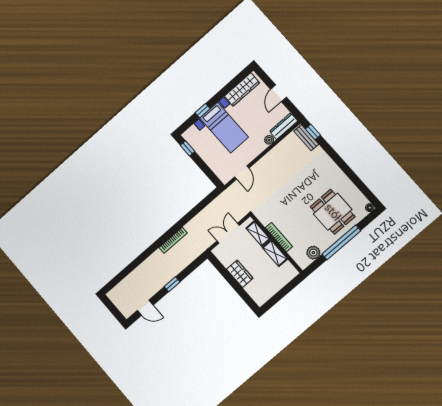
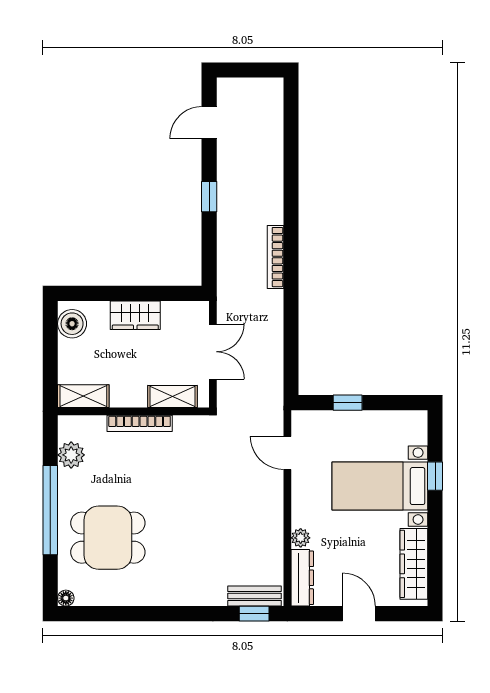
window: (188, 148) -> (348, 403), moved
shelving: (275, 253) -> (83, 396), moved
boiler: (264, 295) -> (72, 324), added

